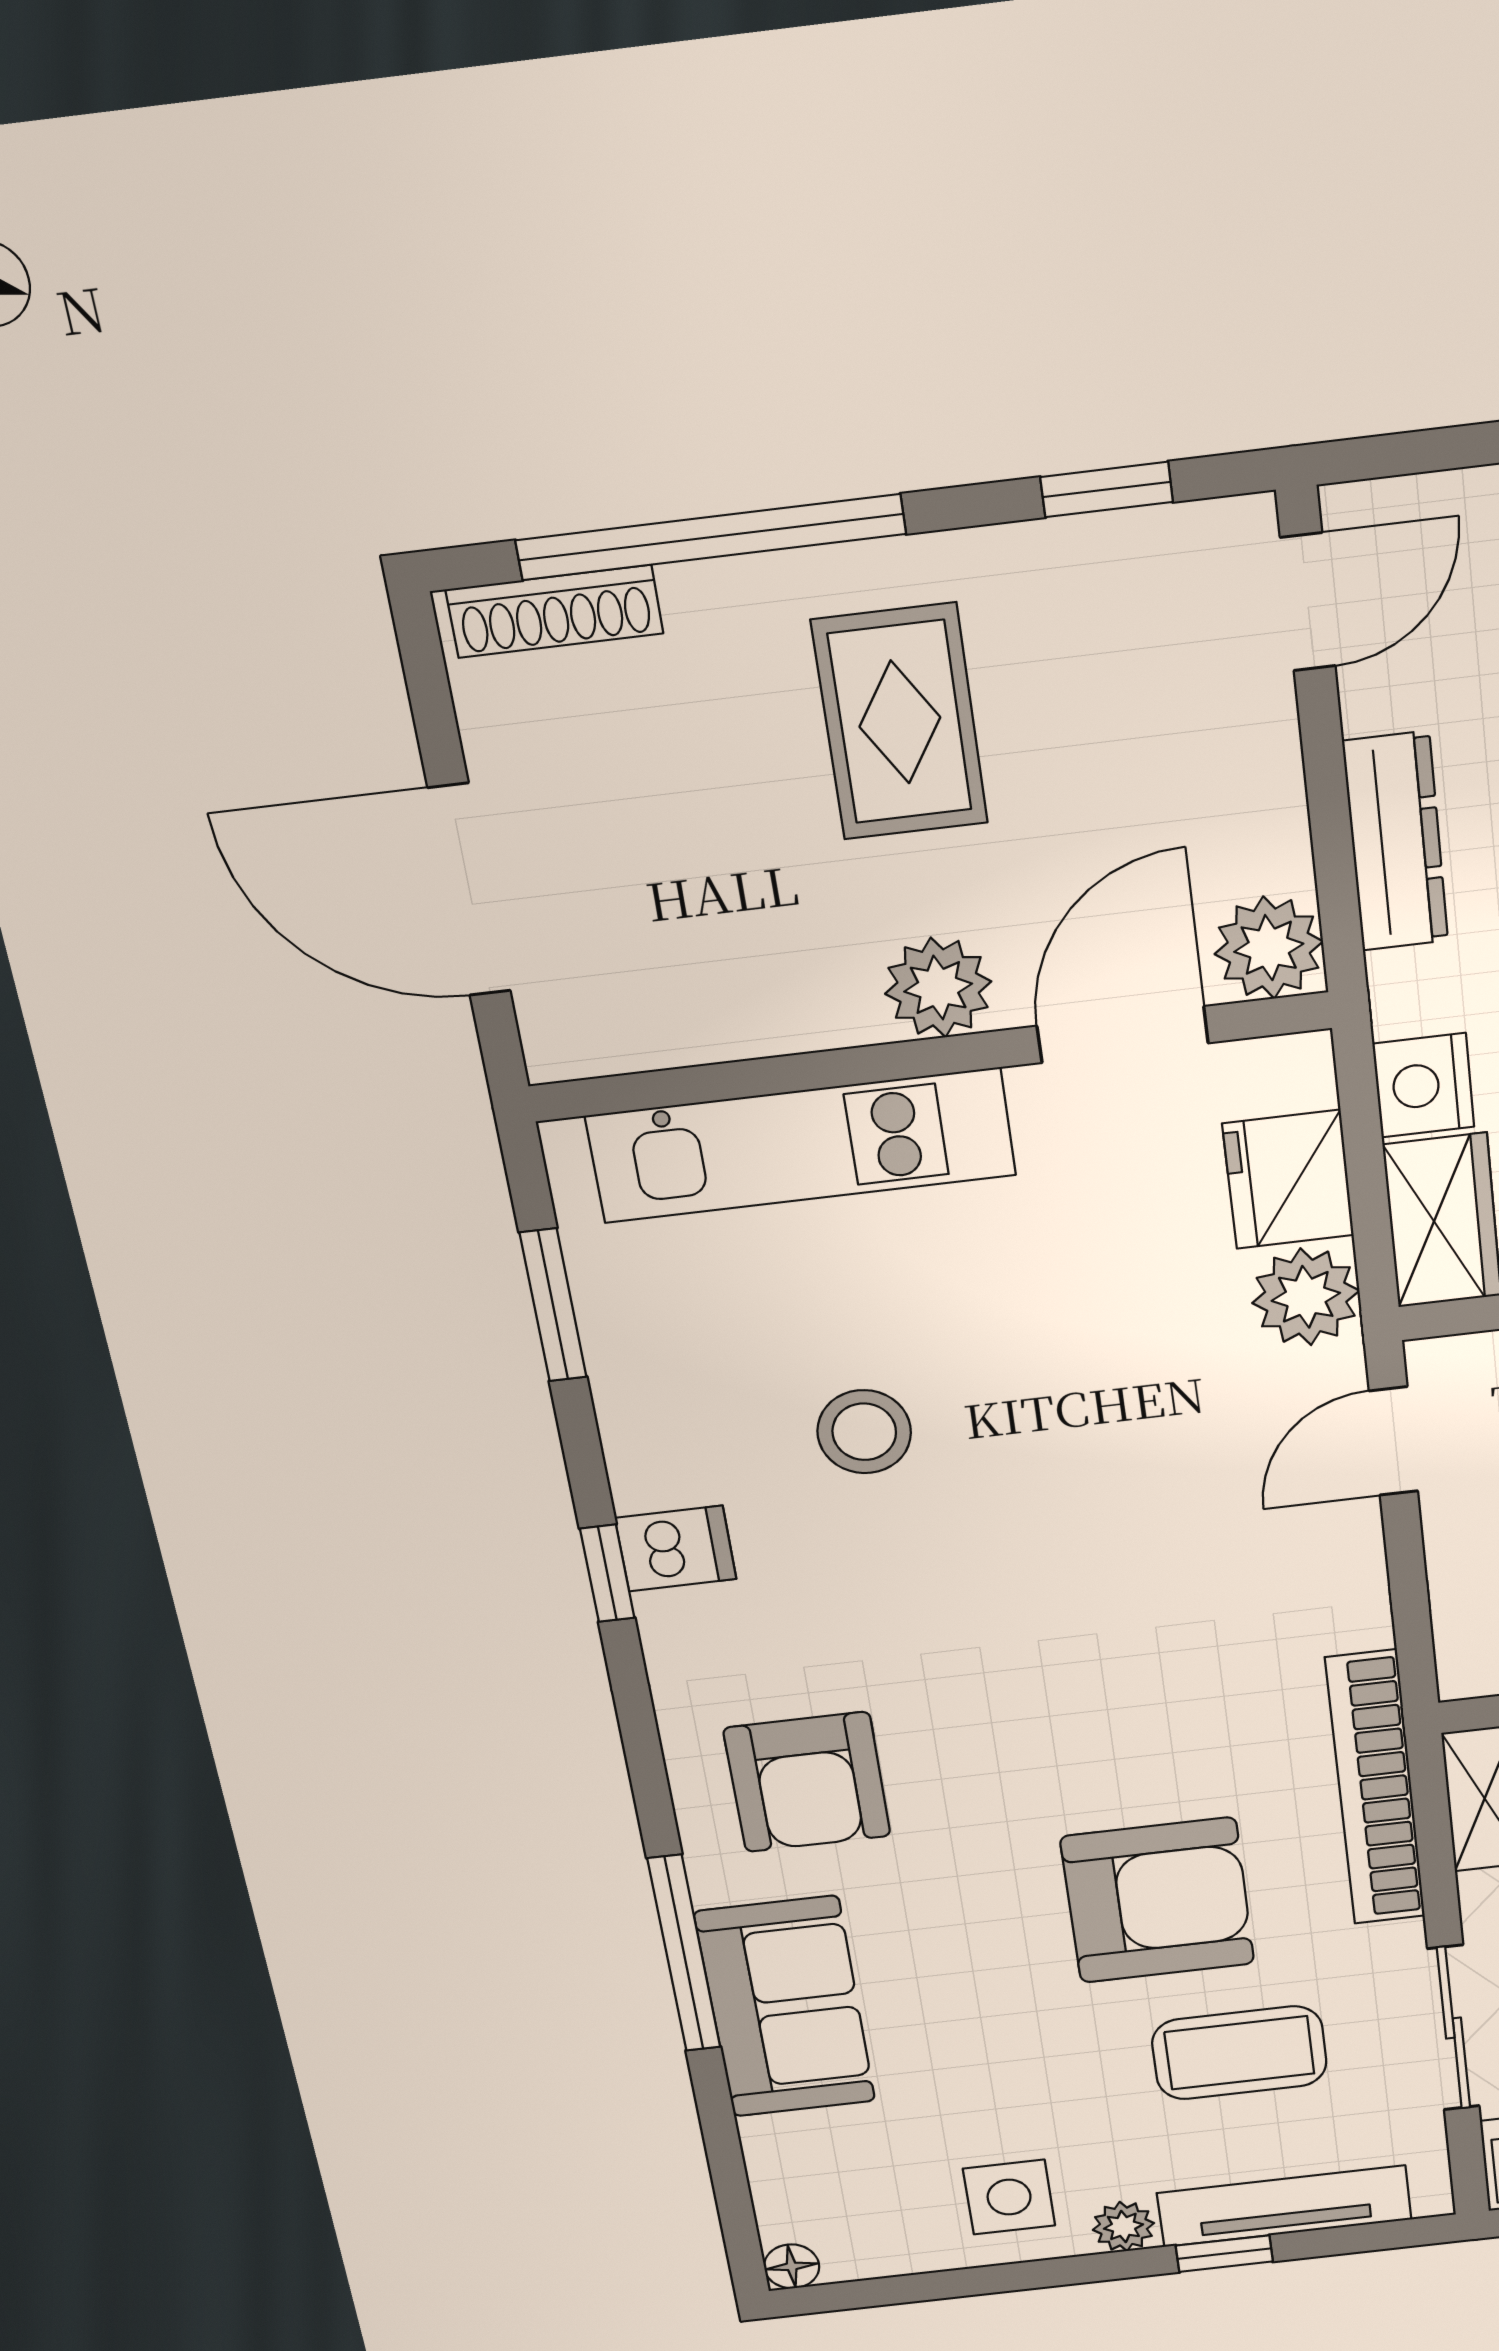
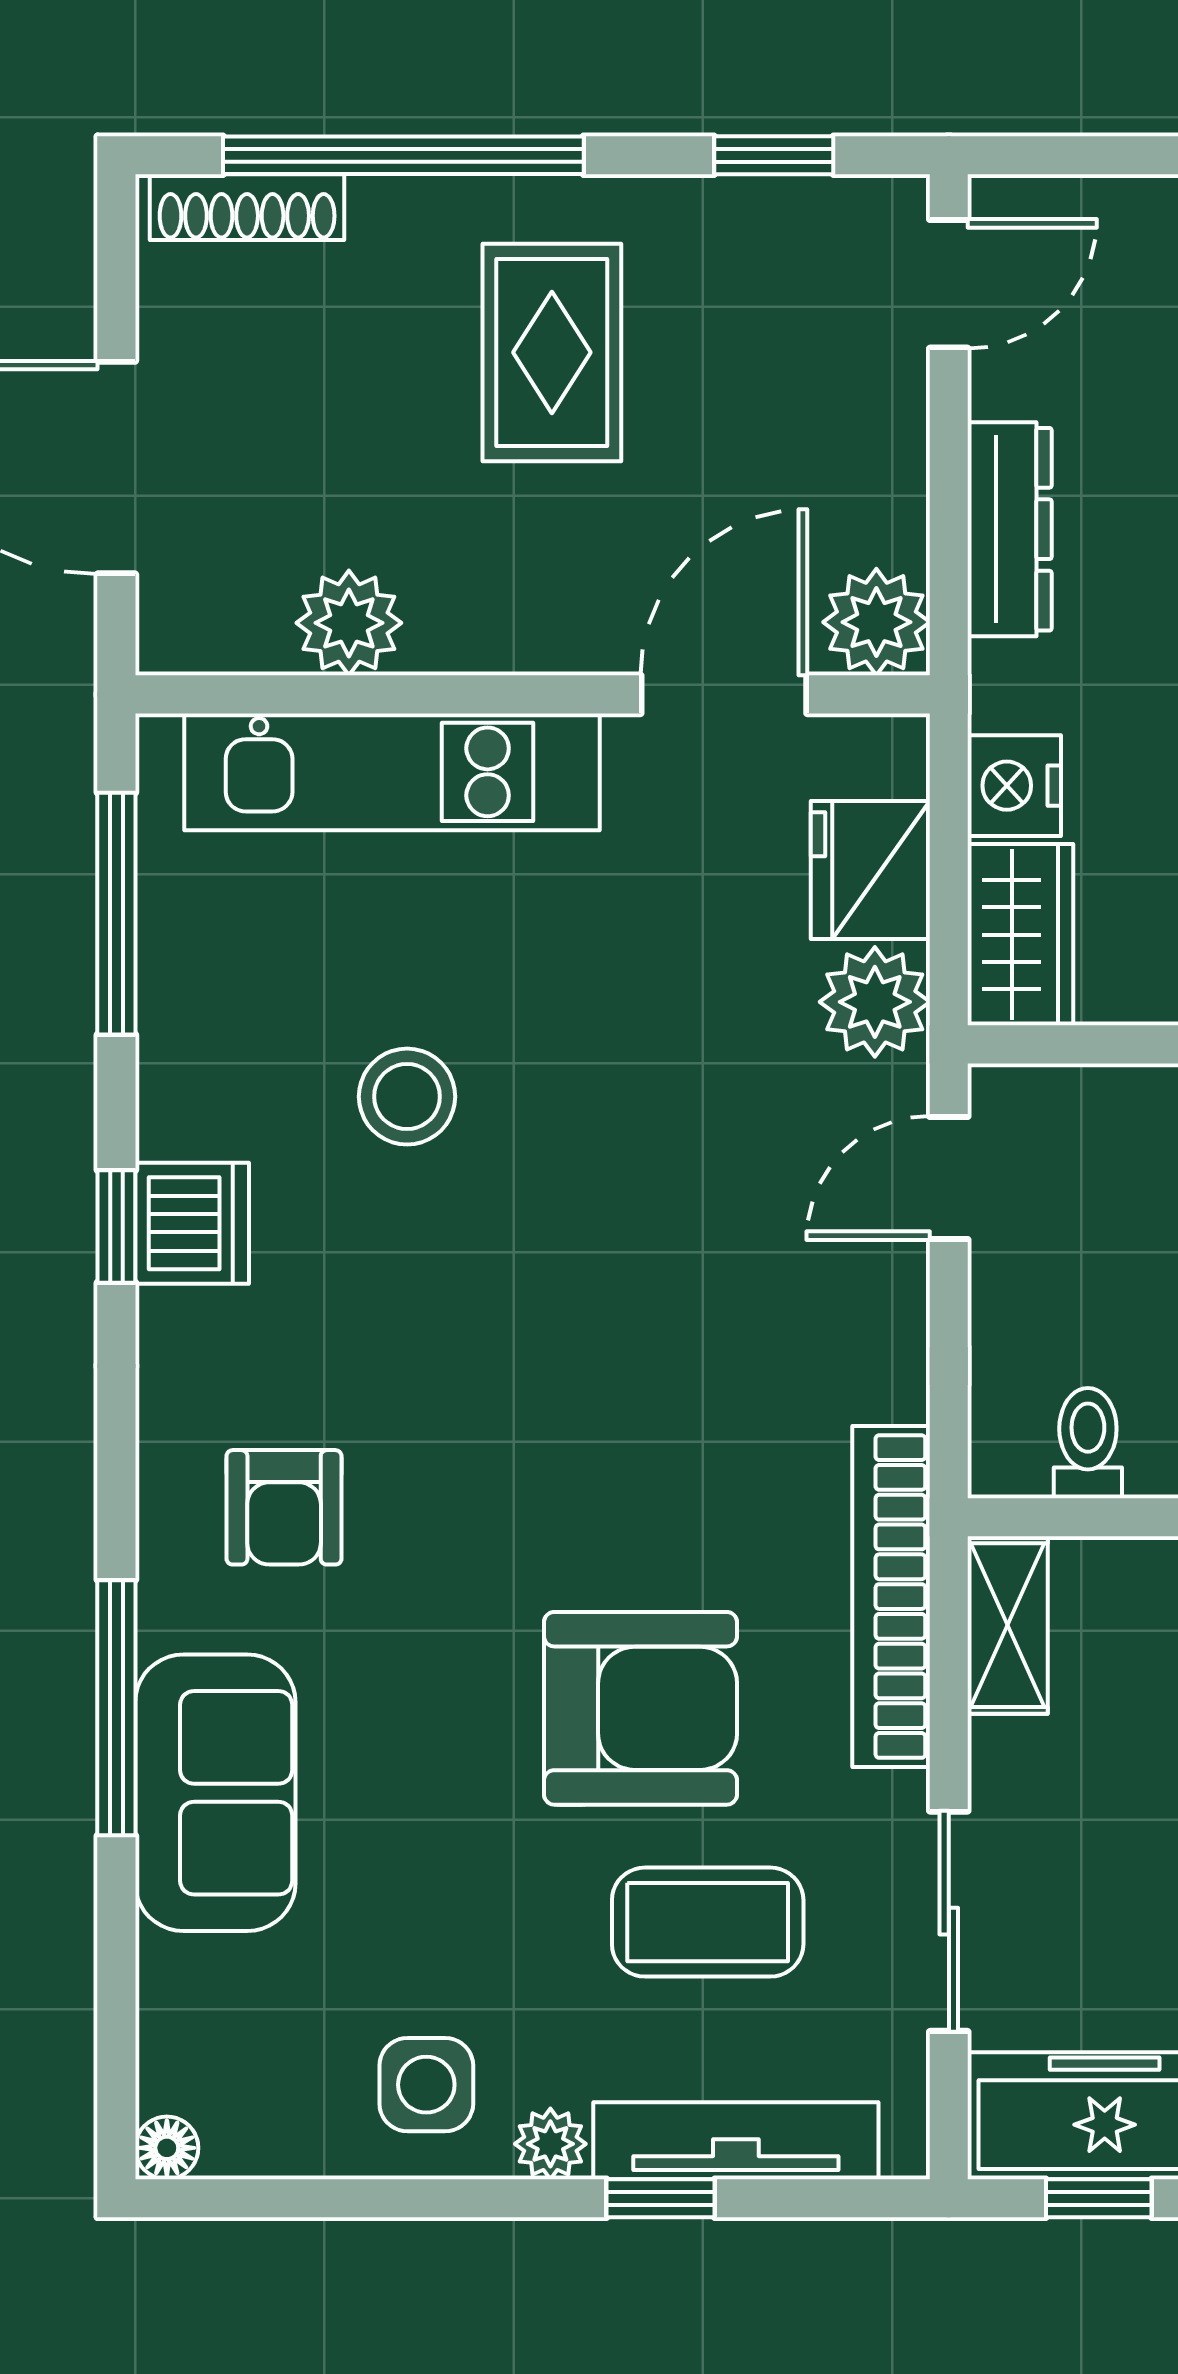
plant: (938, 988) -> (349, 623), moved
window: (553, 1305) -> (116, 914), width x1.44
dishwasher: (676, 1549) -> (192, 1223), width x1.38
armchair: (807, 1782) -> (284, 1507), width x0.72, depth x0.72

